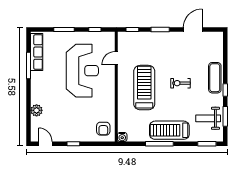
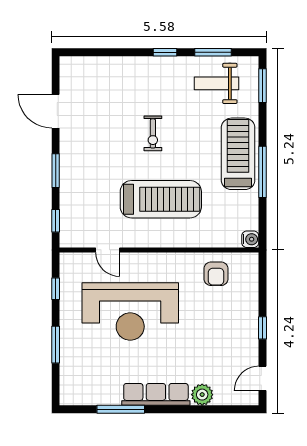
row of seats: (37, 52) -> (156, 394), moved
reception desk: (82, 71) -> (130, 312), turned 180
exercise mat: (215, 78) -> (143, 71), removed
treadmill: (144, 88) -> (161, 199), turned 180
weight bench: (208, 118) -> (217, 83), turned 90
armchair: (103, 129) -> (216, 274), moved, turned 90
treadmill: (169, 130) -> (238, 154), turned 180

